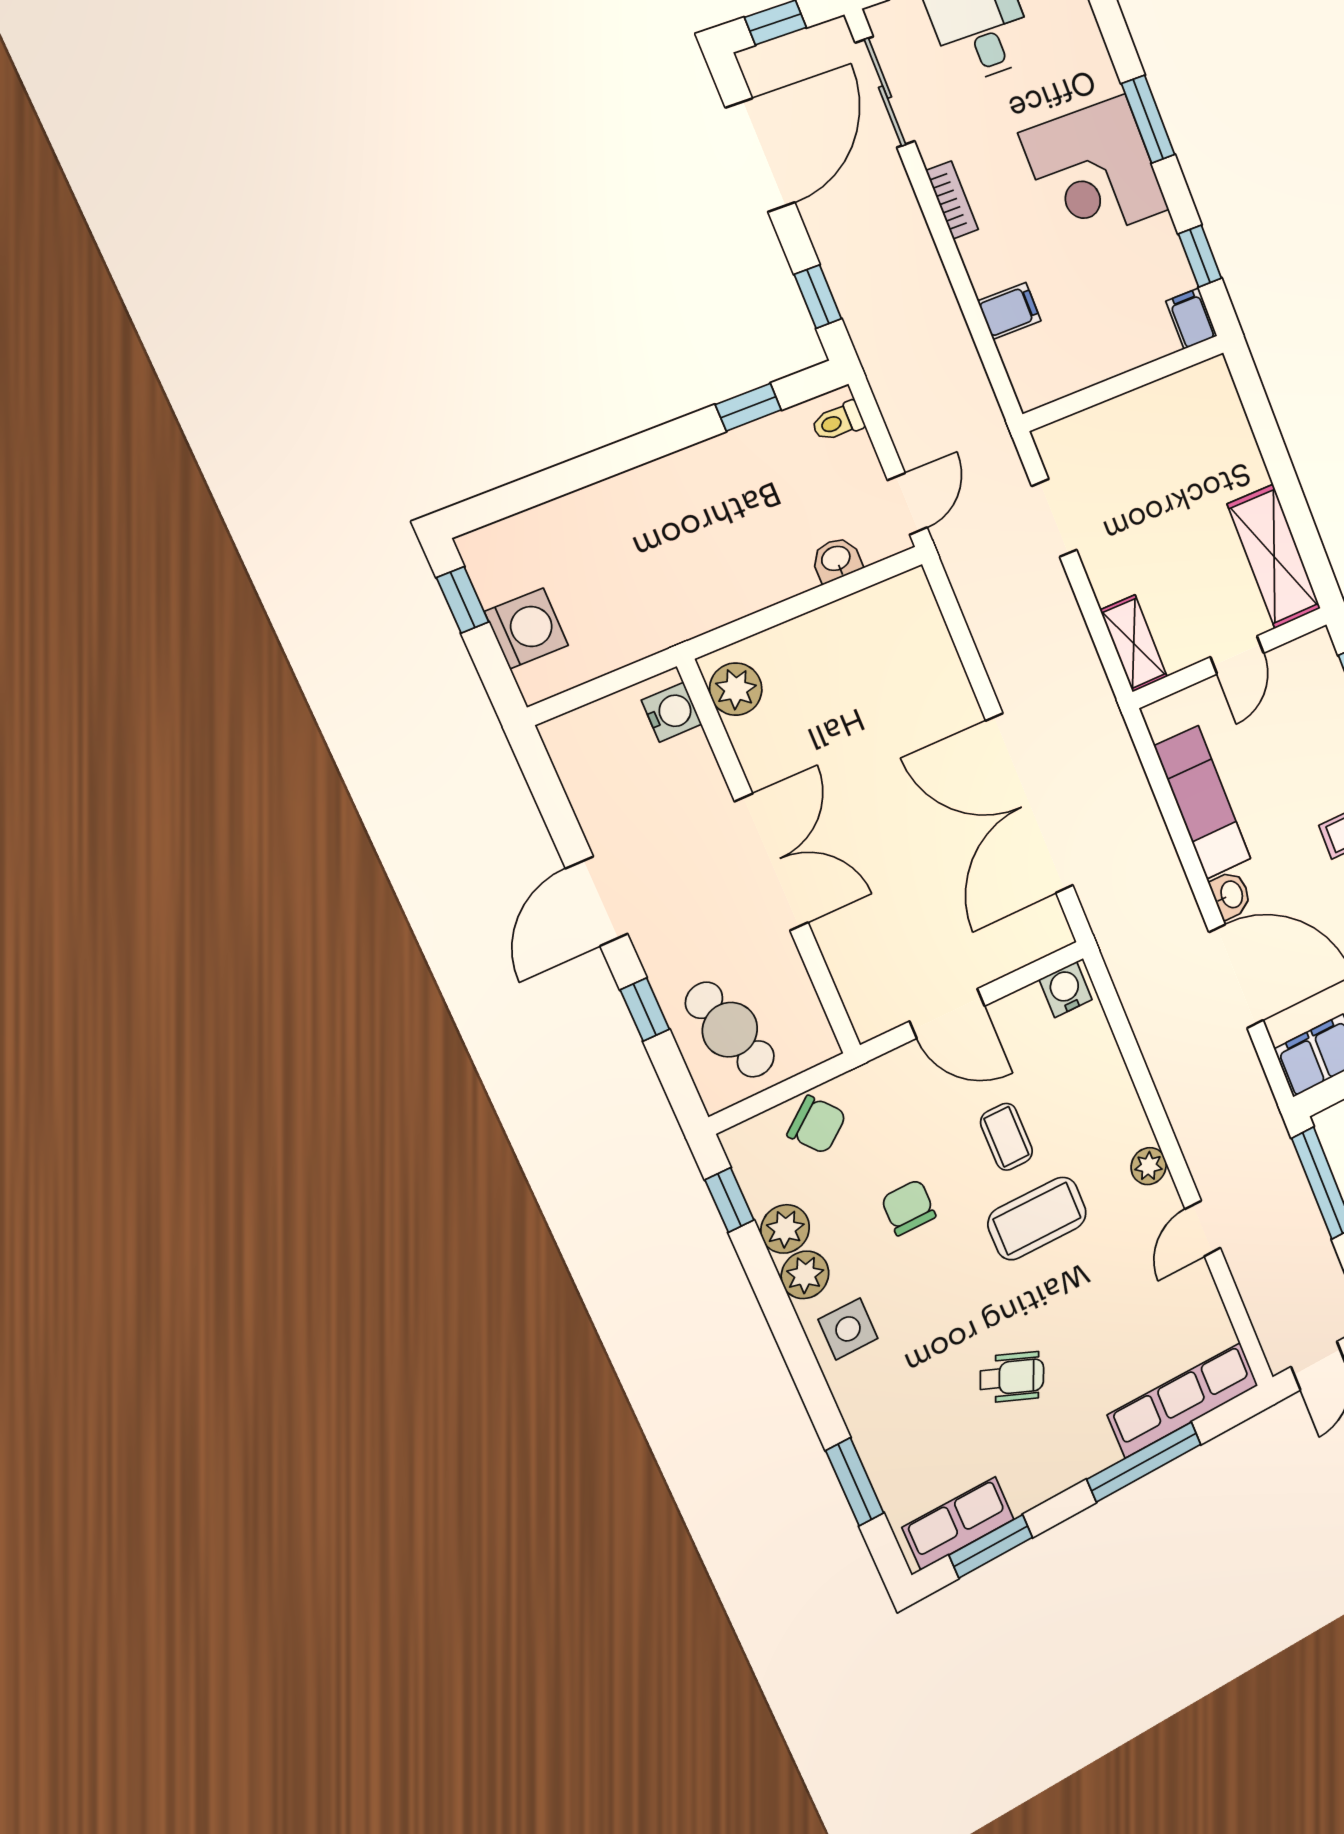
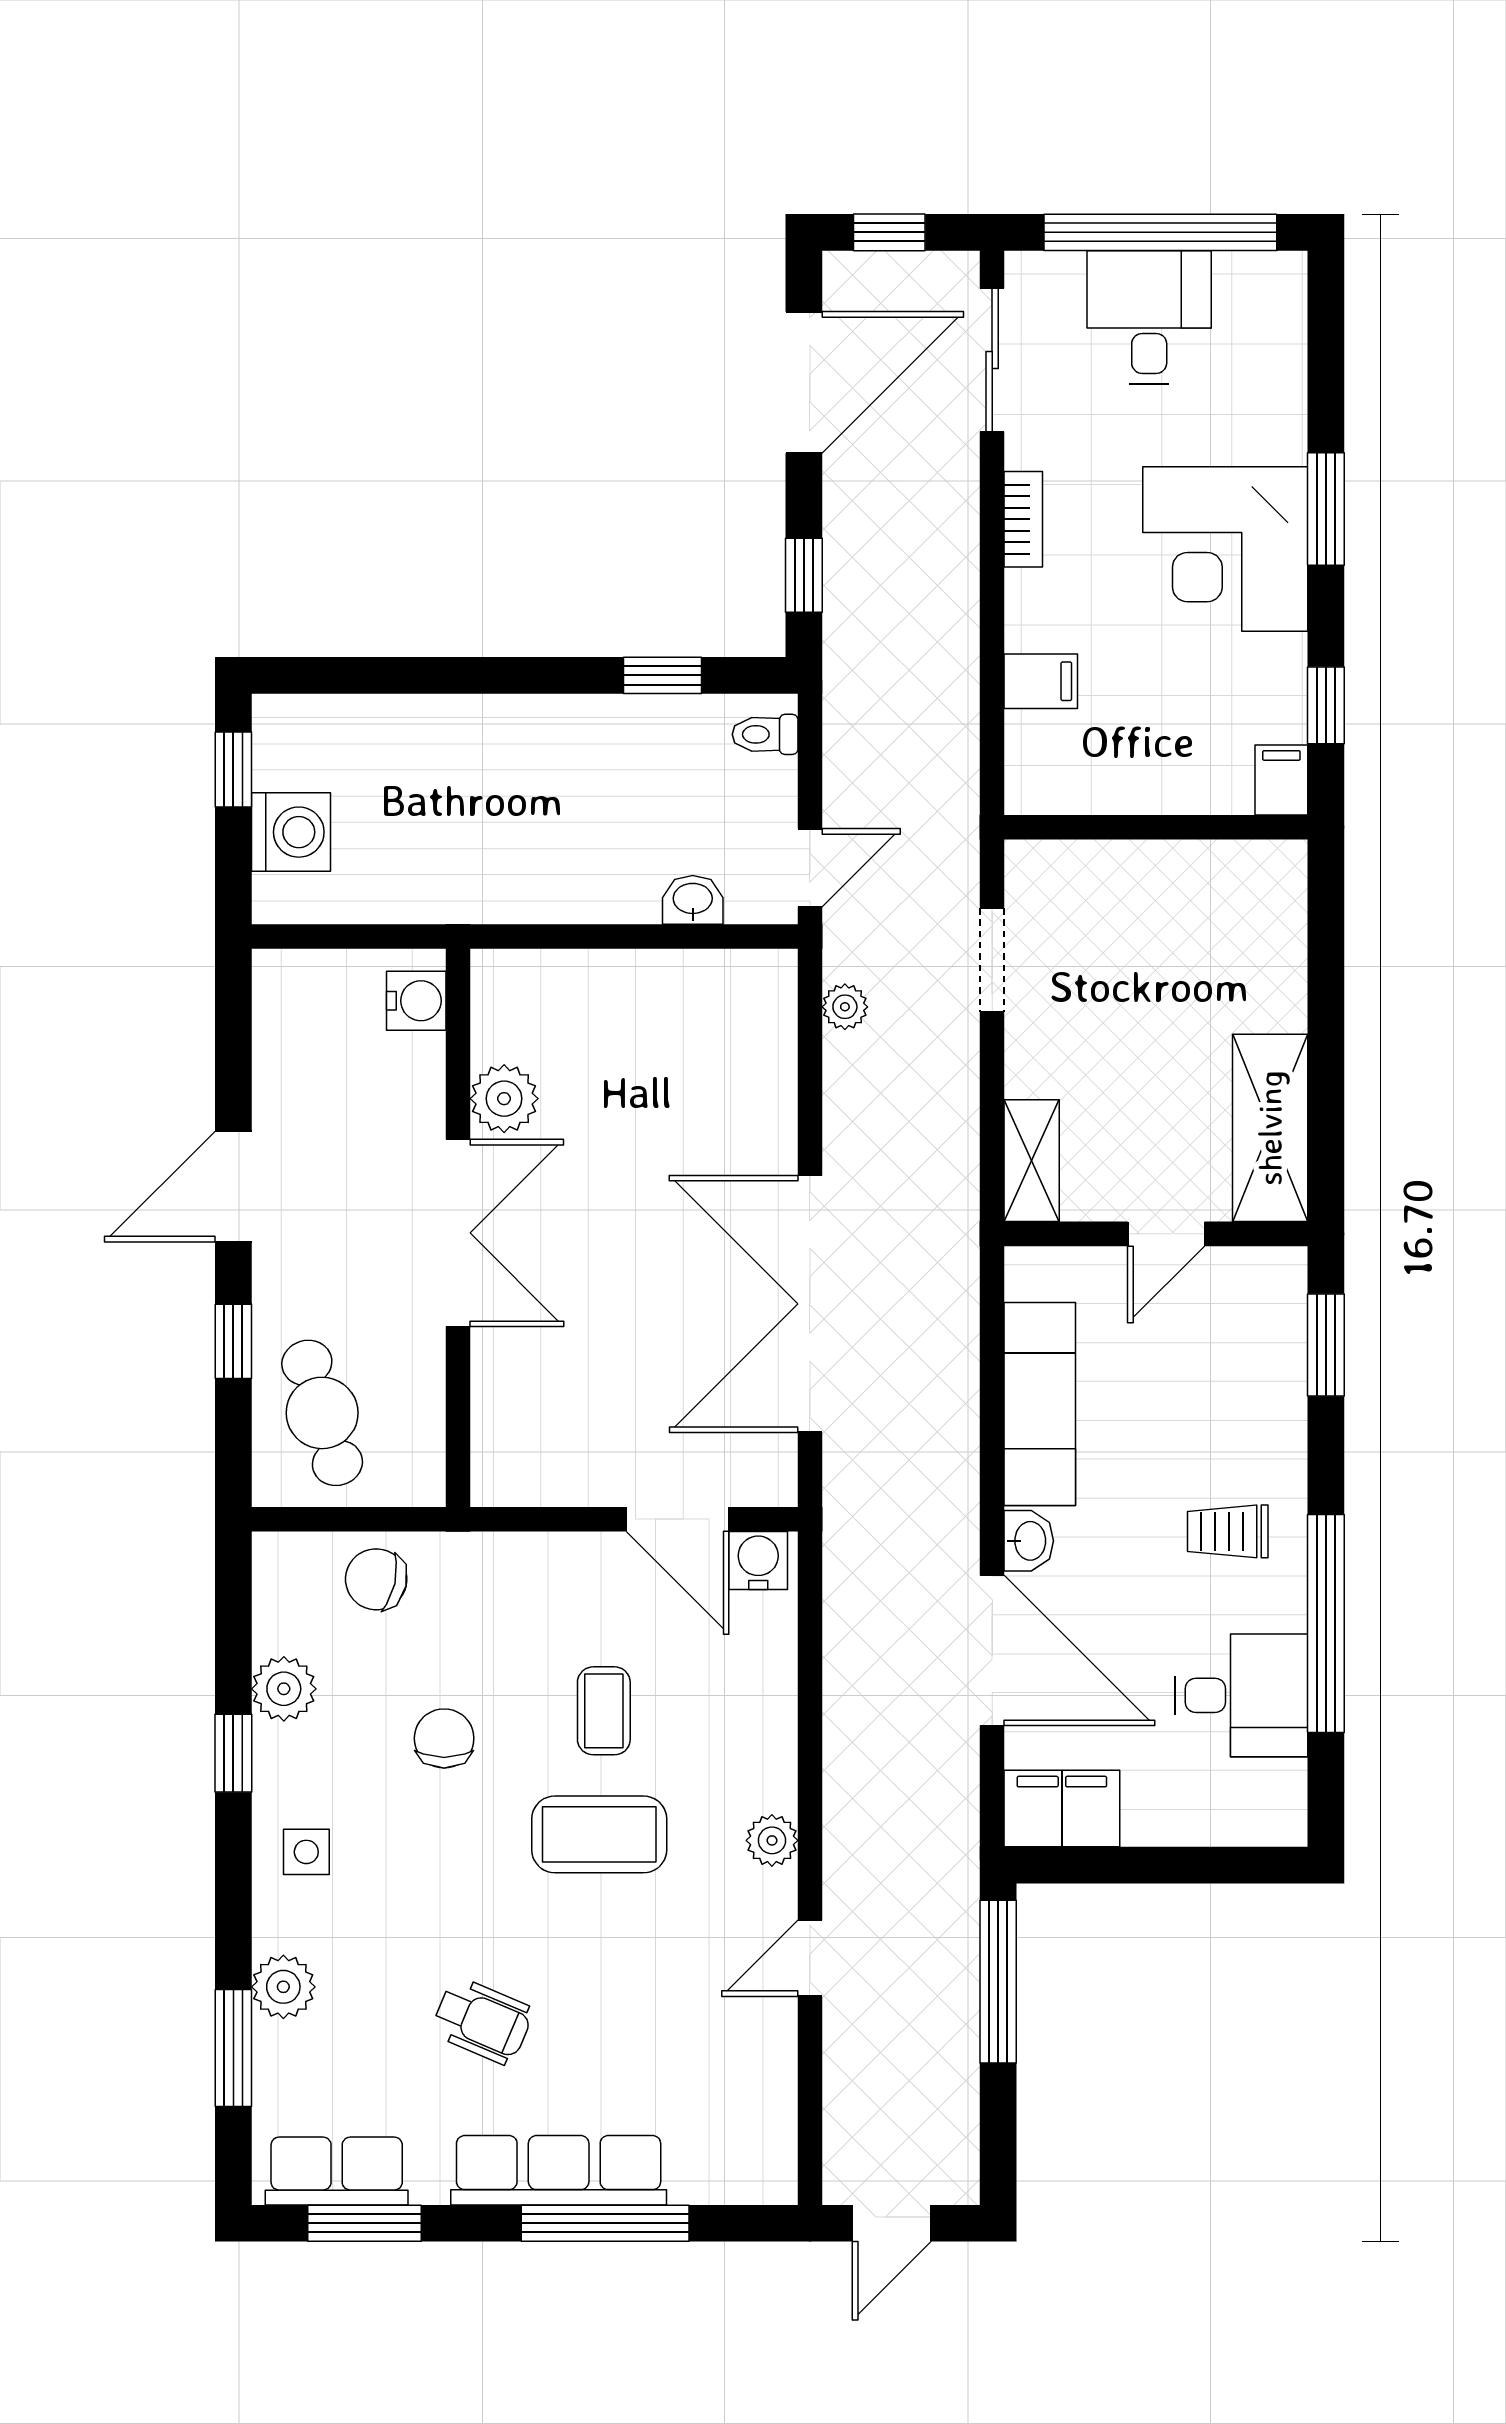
plant: (970, 591) -> (845, 1007), added
plant: (736, 689) -> (504, 1099), moved
door: (947, 1014) -> (677, 1519), moved
chair: (817, 1125) -> (376, 1579), turned 142
window: (729, 1200) -> (233, 1753), moved
plant: (805, 1275) -> (283, 1987), moved
side table: (848, 1329) -> (306, 1852), width x0.73, depth x0.73
row of seats: (1183, 1400) -> (559, 2170), moved

